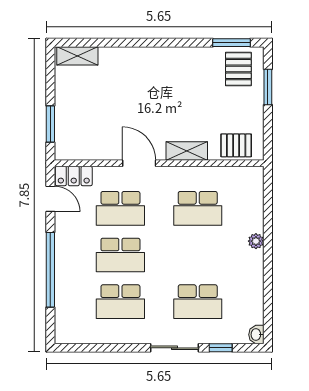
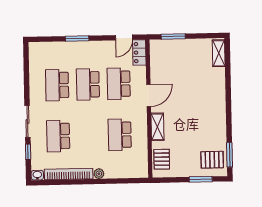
window: (50, 270) -> (77, 38), width x0.47
bookcase: (255, 287) -> (69, 174), added

